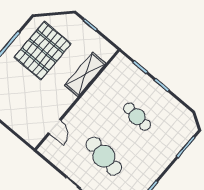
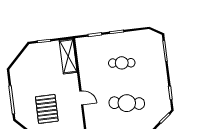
pallet: (43, 51) -> (47, 109), moved, width x0.73, depth x0.71
shelving: (85, 74) -> (68, 56), moved
door: (55, 127) -> (81, 98), moved

